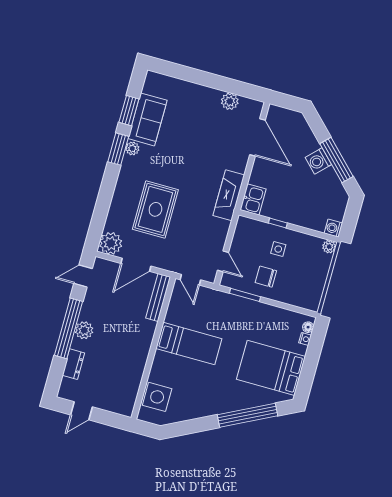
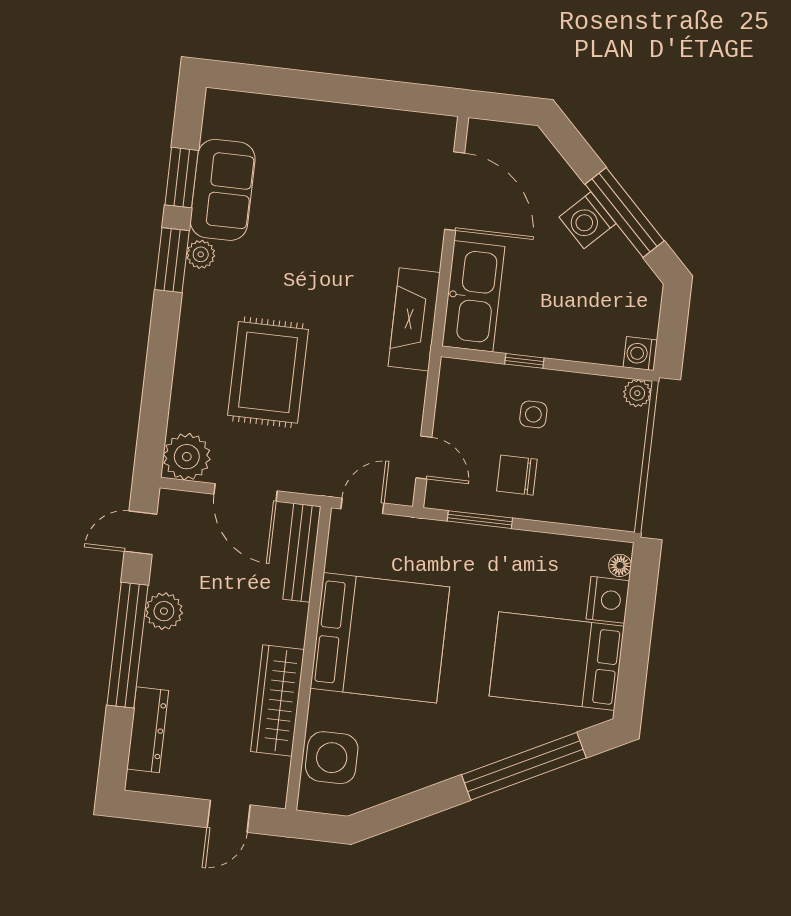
plant: (230, 101) -> (386, 126), removed
kitchen sink: (253, 199) -> (473, 296), width x1.87, depth x1.24
door: (136, 265) -> (246, 492), hinge flipped
door: (190, 280) -> (362, 506), swing flipped
plant: (84, 330) -> (164, 611), moved
nightstand: (305, 339) -> (608, 600), width x1.89, depth x1.79
bed: (189, 344) -> (380, 638), width x2.04
dresser: (73, 364) -> (148, 730), width x1.44
wardrobe: (136, 366) -> (277, 700), added
door: (81, 411) -> (229, 816), moved

